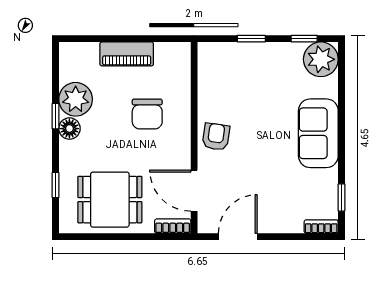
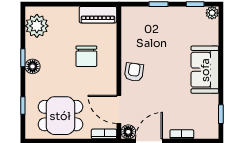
piano: (127, 54) -> (98, 15), moved
plant: (321, 59) -> (212, 13), width x0.53, depth x0.53
plant: (76, 99) -> (37, 26), moved
floor lamp: (208, 223) -> (128, 132), added
bookcase: (321, 227) -> (182, 134), moved

